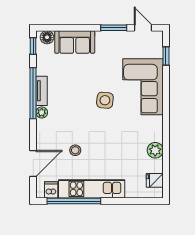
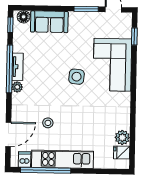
plant: (155, 150) -> (122, 137), moved

